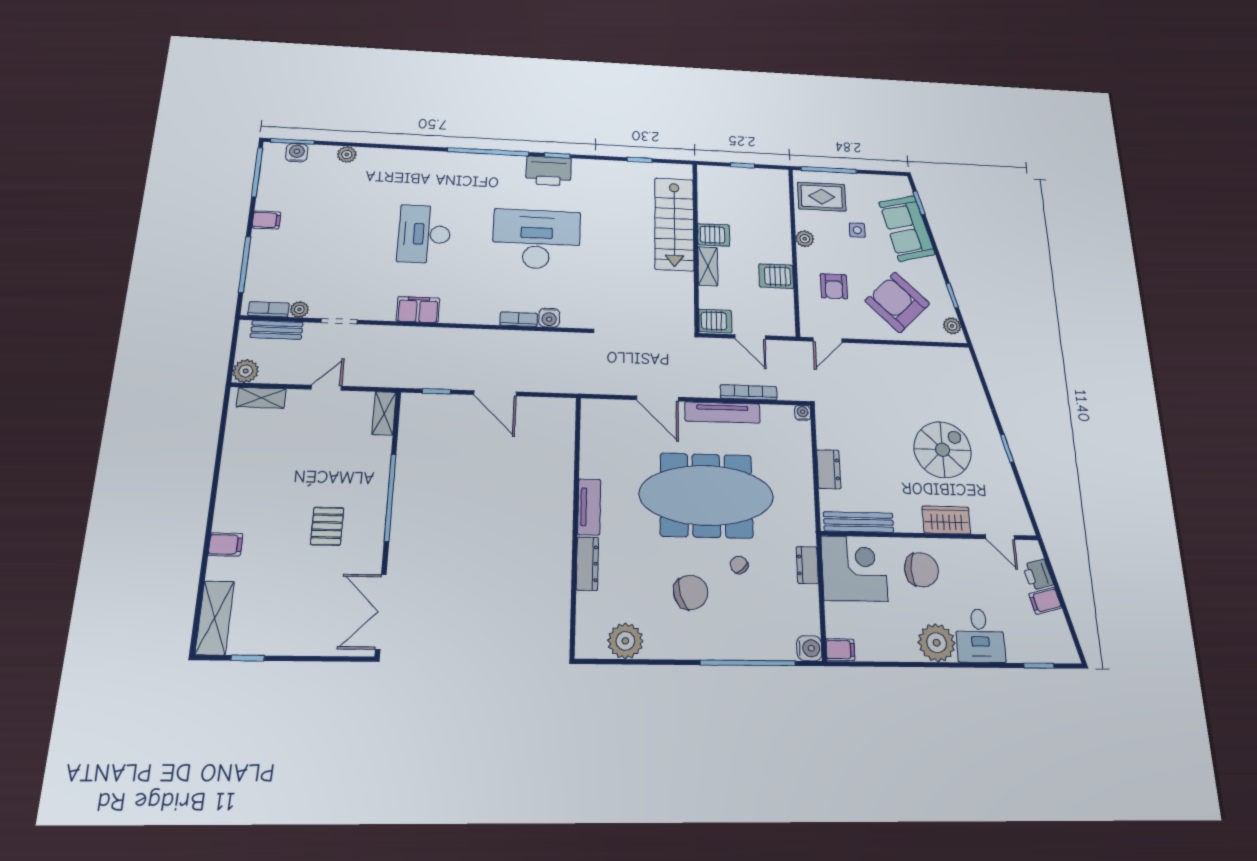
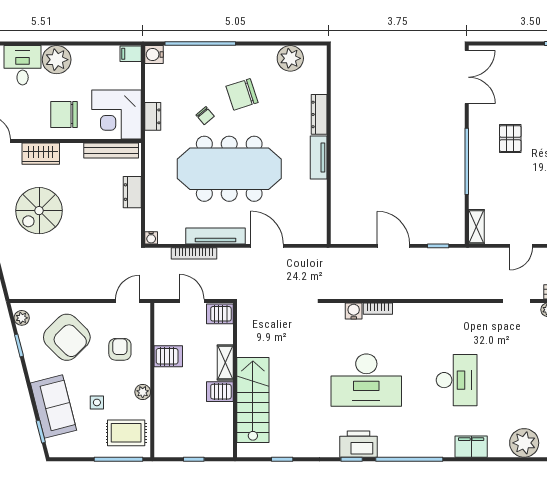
plant: (347, 154) -> (524, 443), width x1.87, depth x1.87
filing cabinet: (418, 310) -> (471, 447), moved, turned 180

